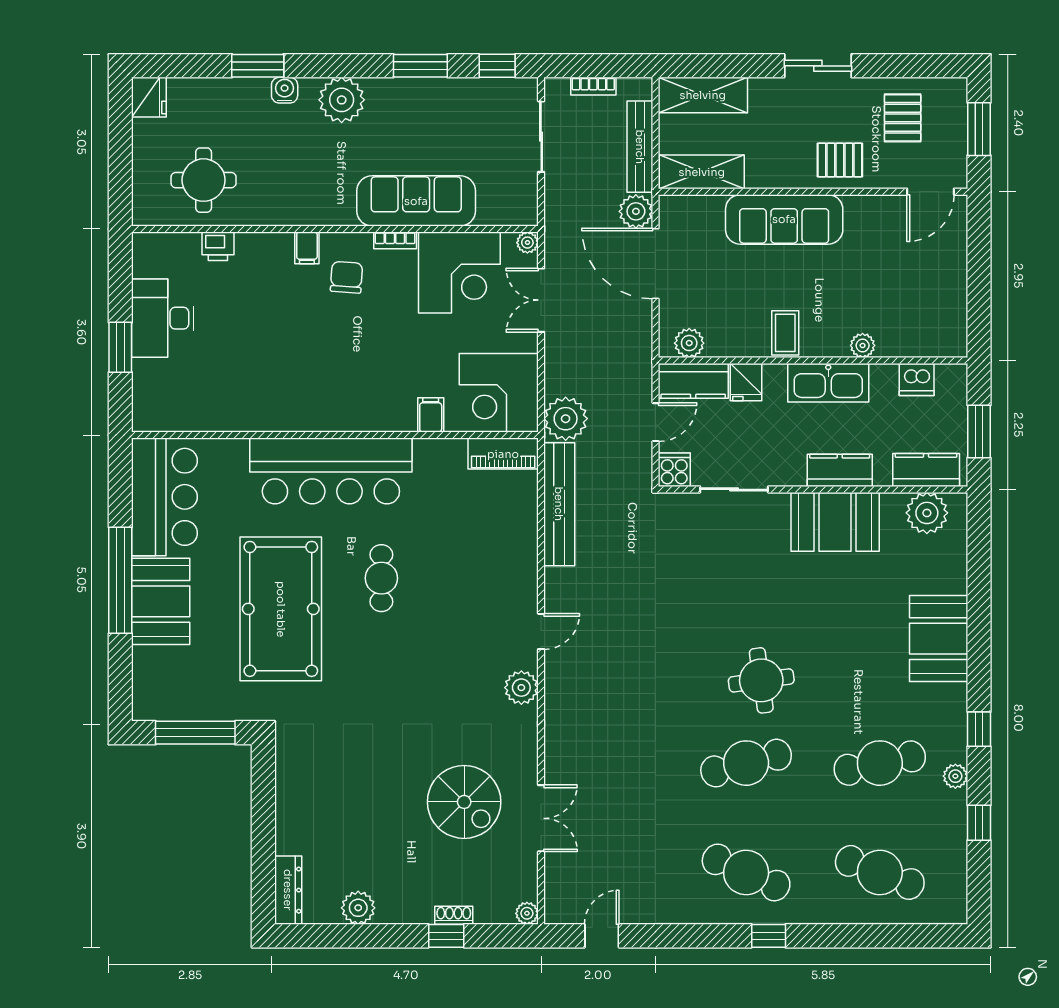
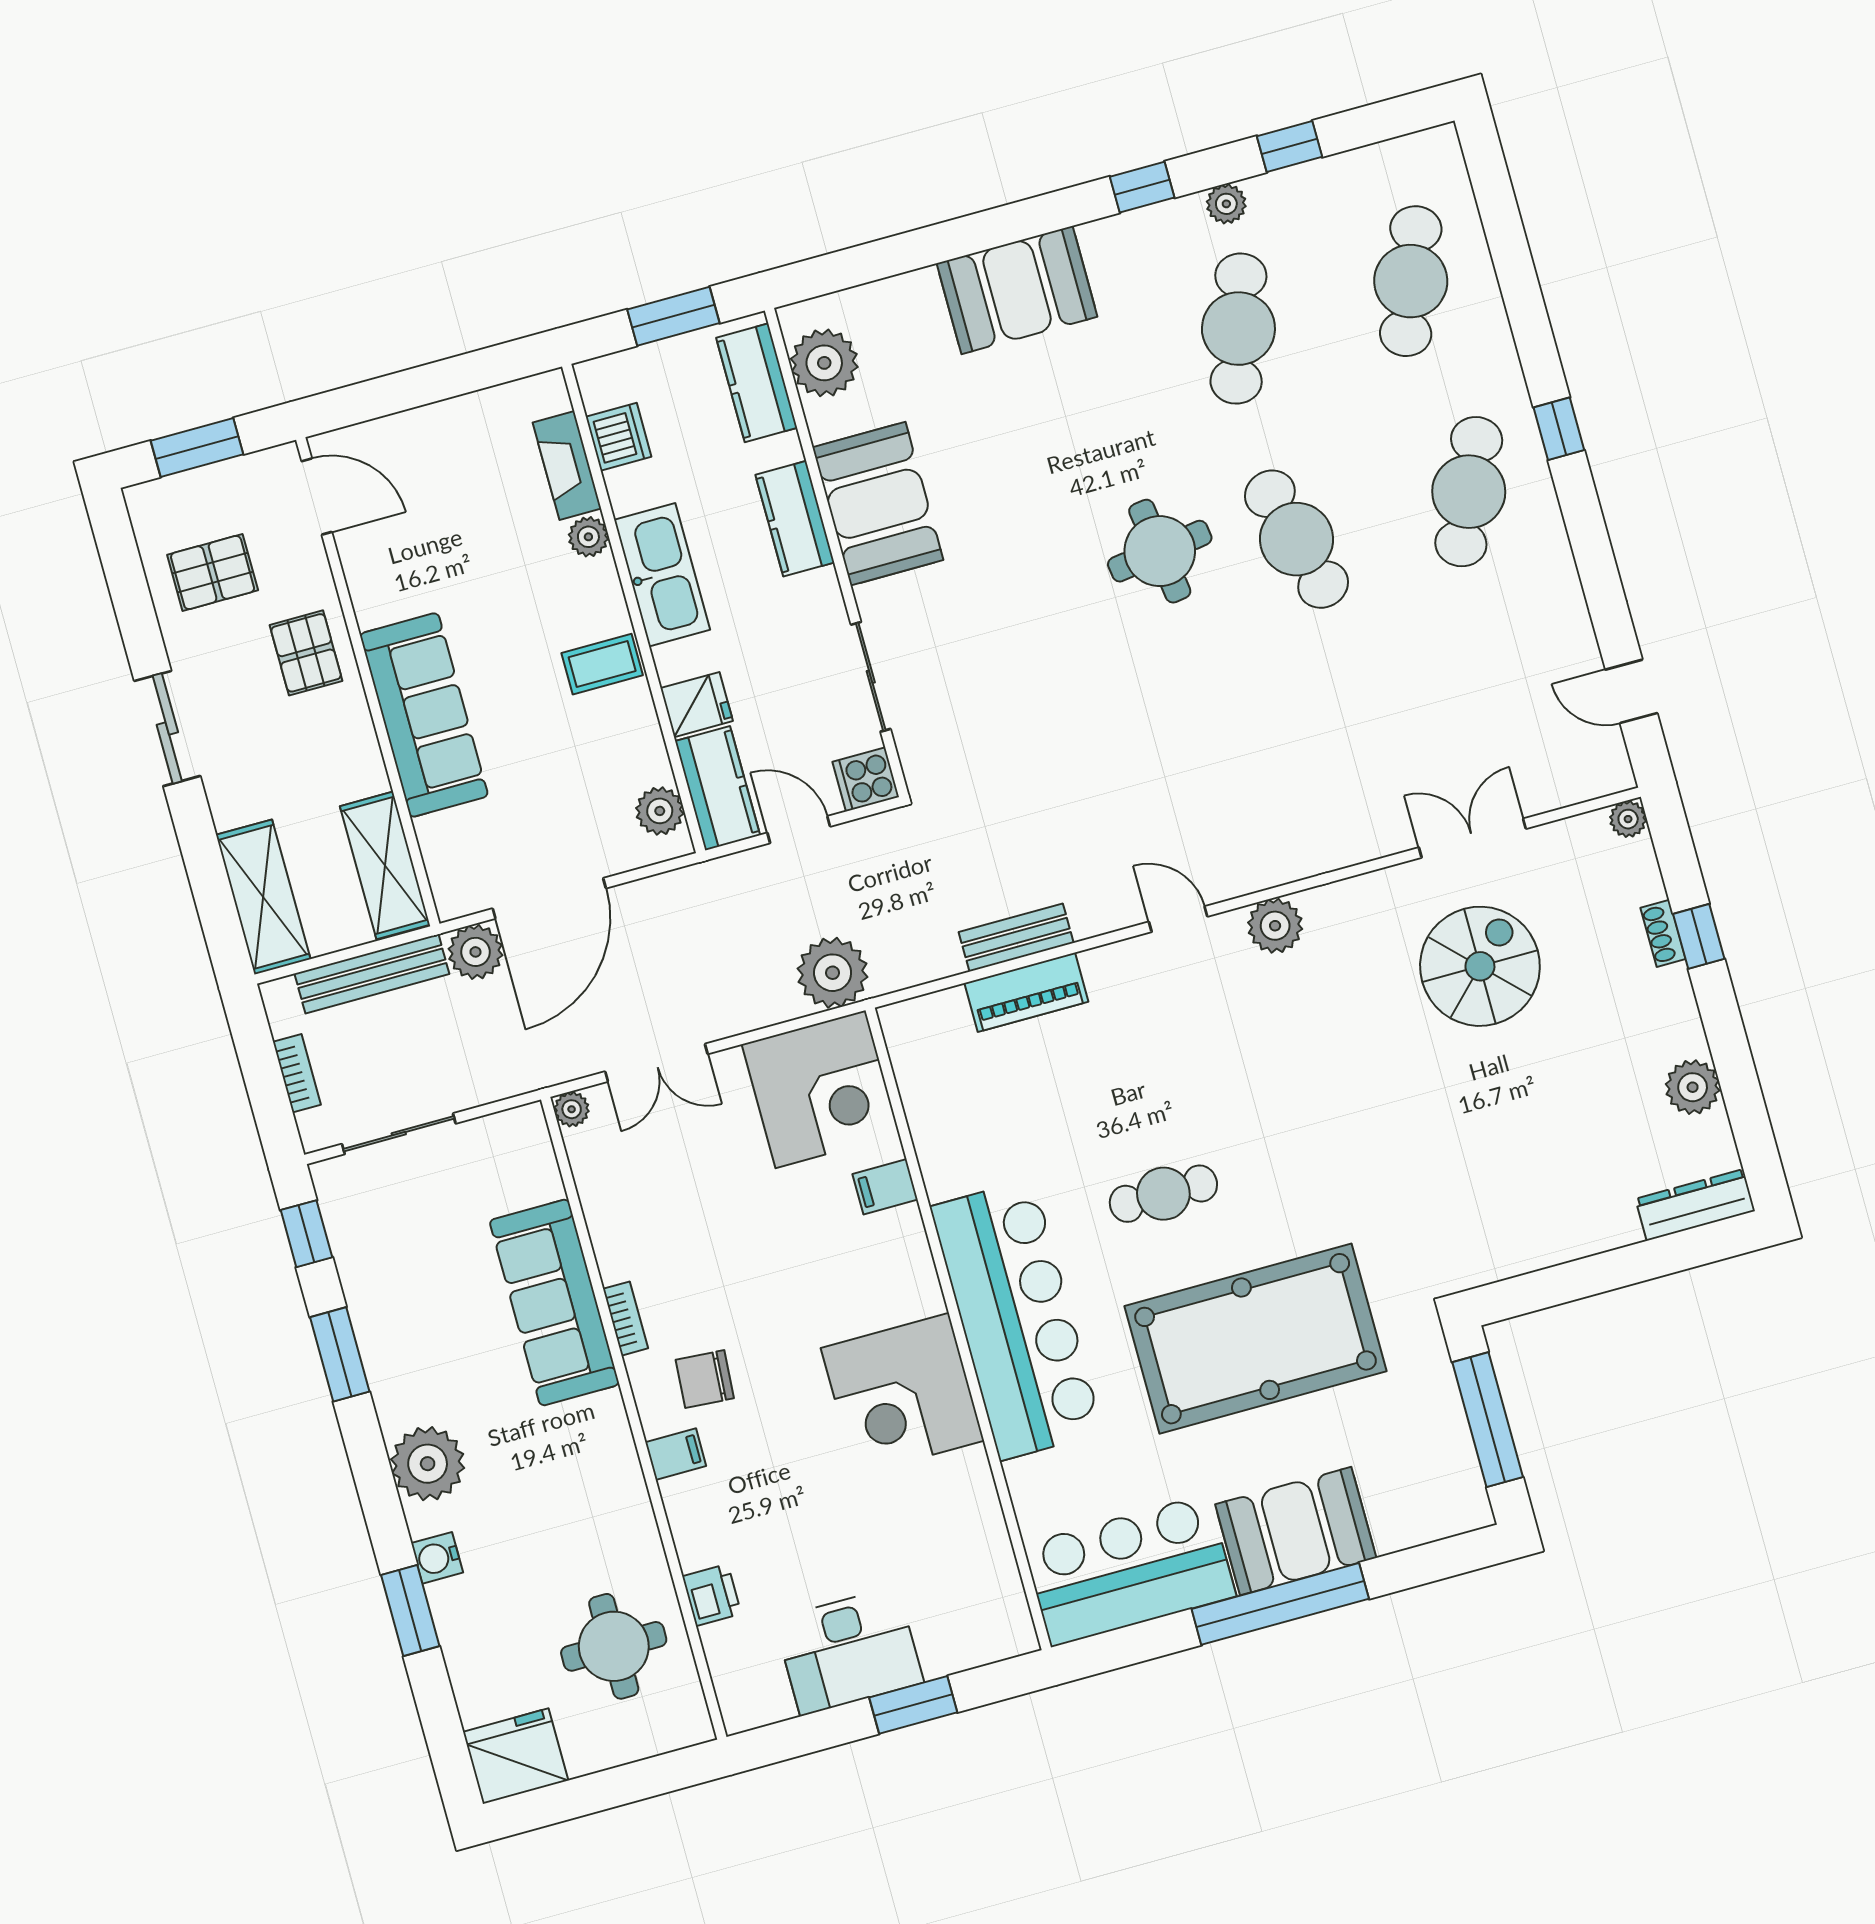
fridge: (149, 97) -> (516, 1756), width x1.36, depth x1.34
corner desk: (459, 273) -> (902, 1394), moved, turned 180
fireplace: (908, 344) -> (567, 465), added
piano: (503, 454) -> (1026, 992), moved, turned 90
bench: (559, 504) -> (1016, 938), width x0.54, depth x0.82
cafe table: (880, 763) -> (1238, 329), turned 30

